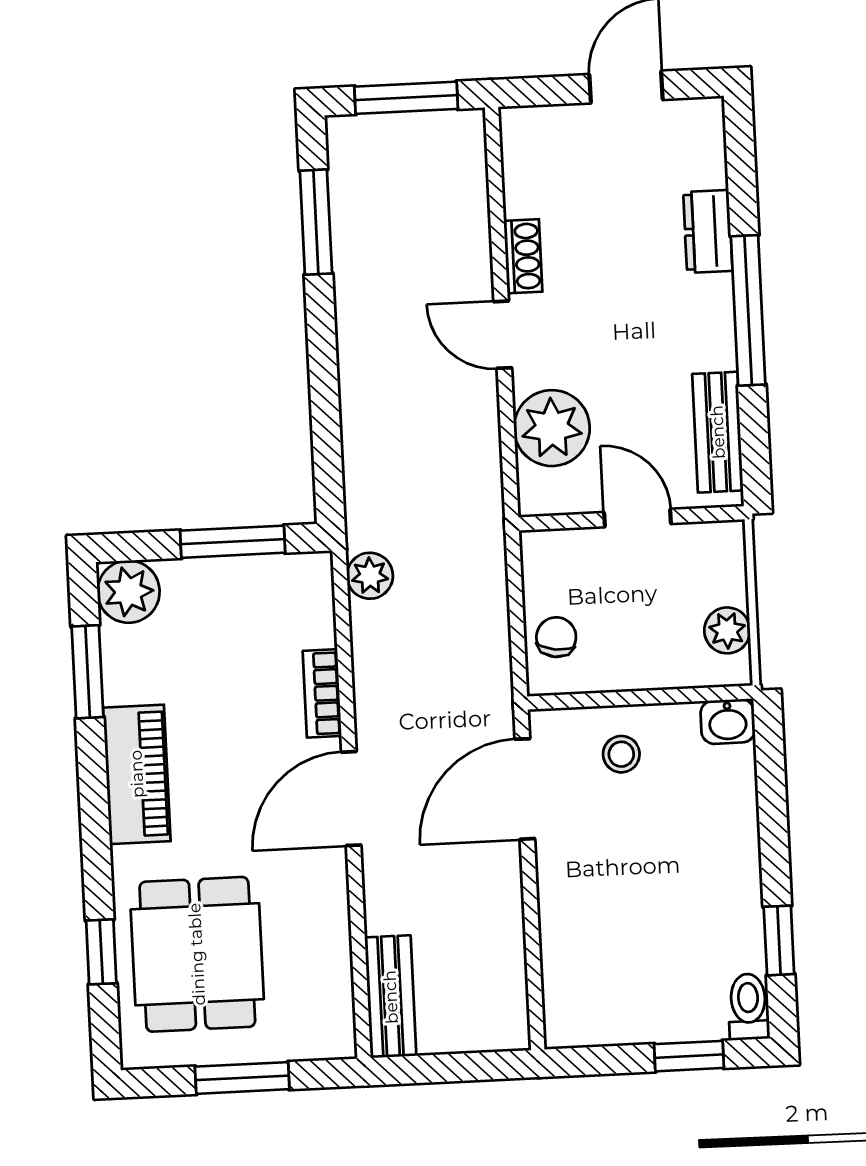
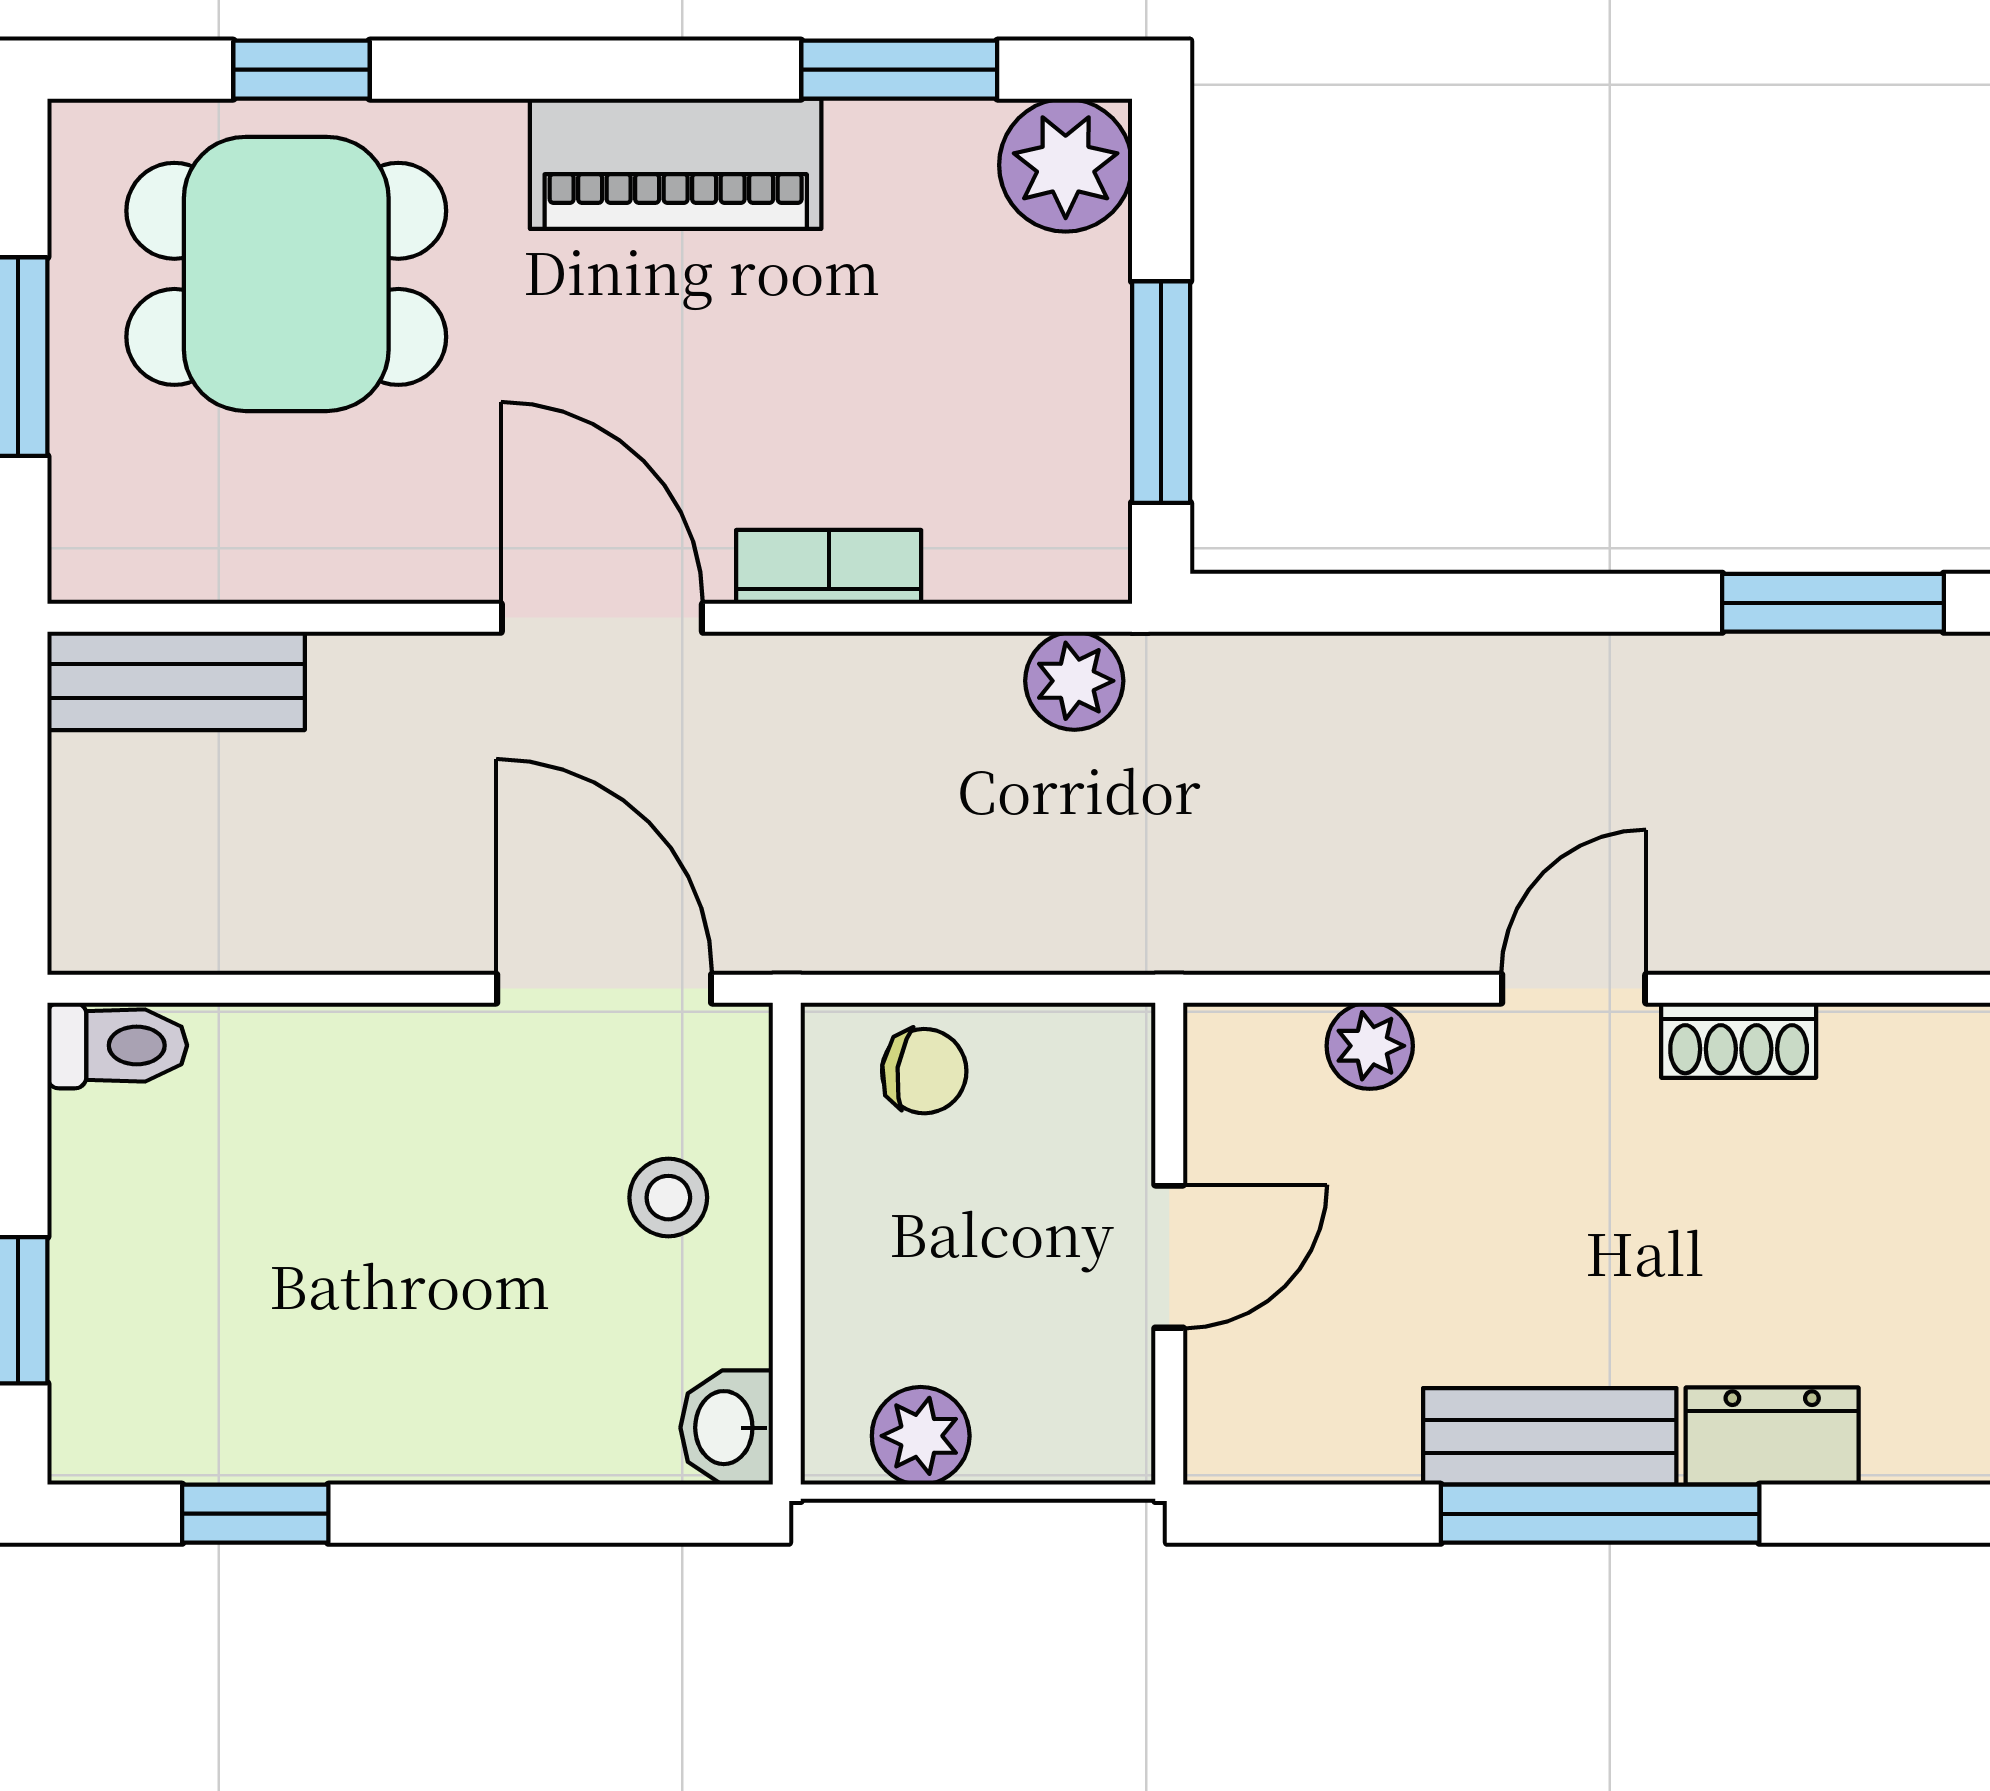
plant: (552, 428) -> (1370, 1046), width x0.53, depth x0.53
bench: (718, 432) -> (1550, 1436), moved
toilet: (748, 1007) -> (117, 1045), moved

